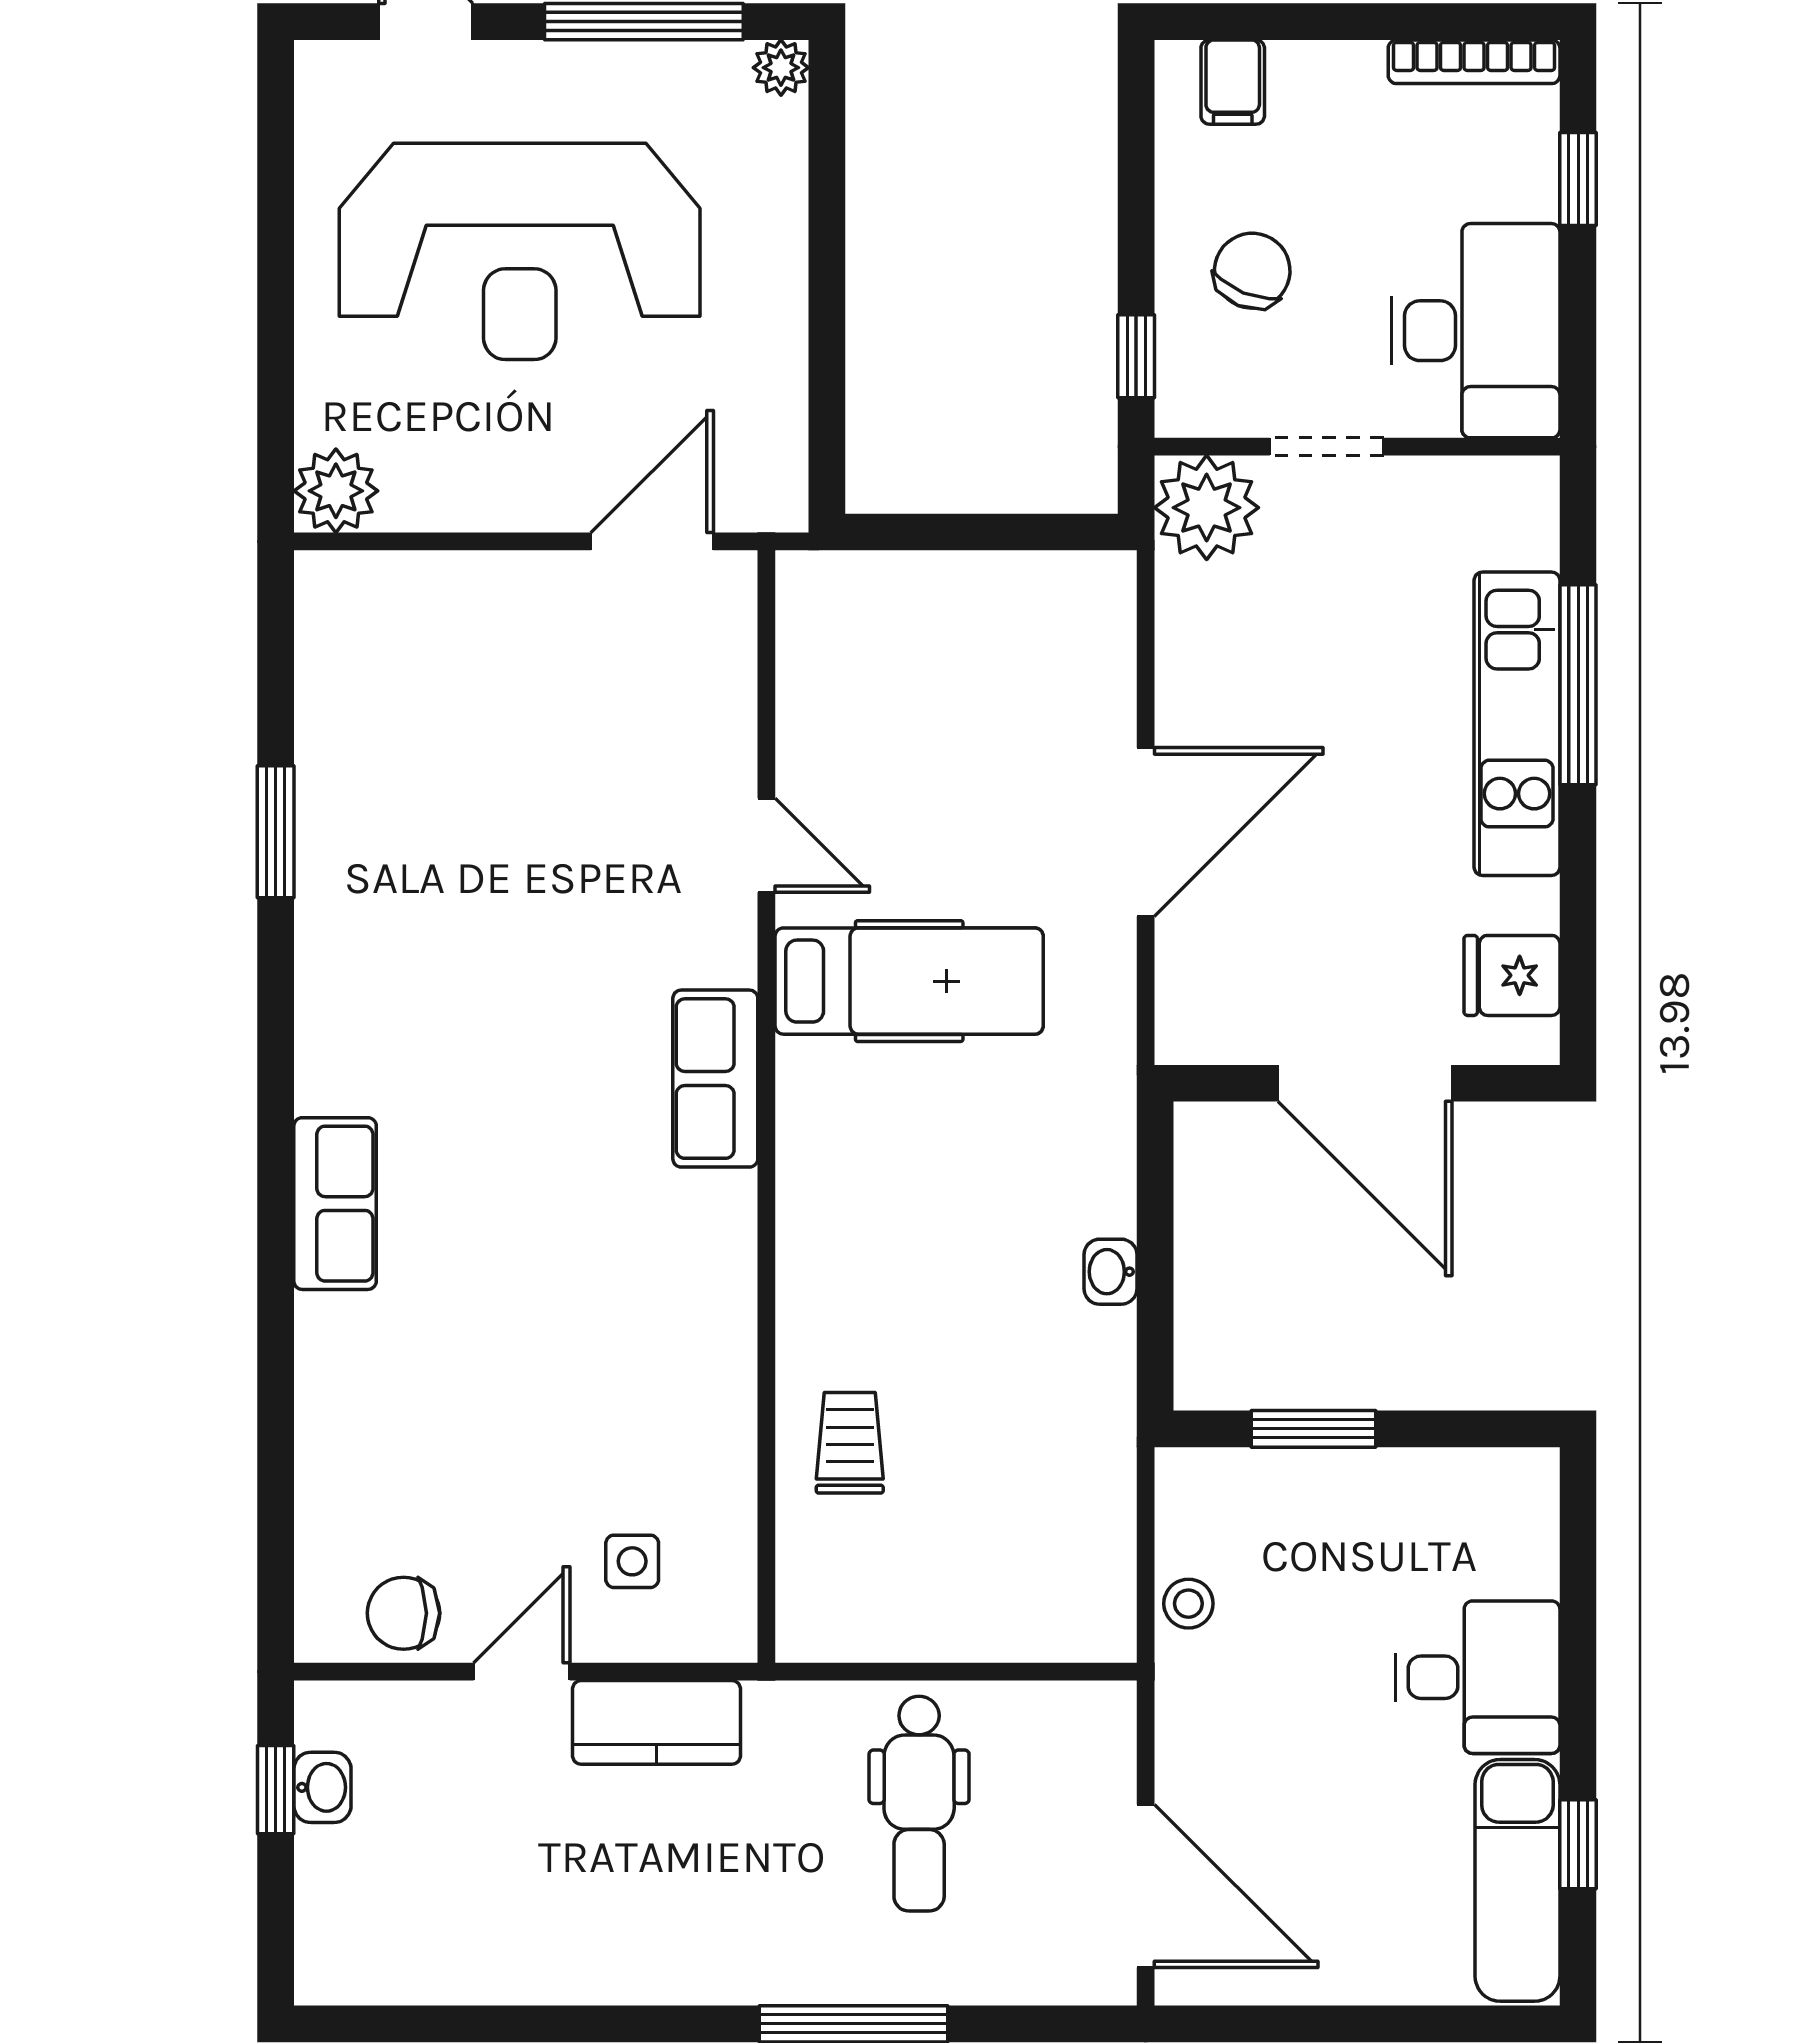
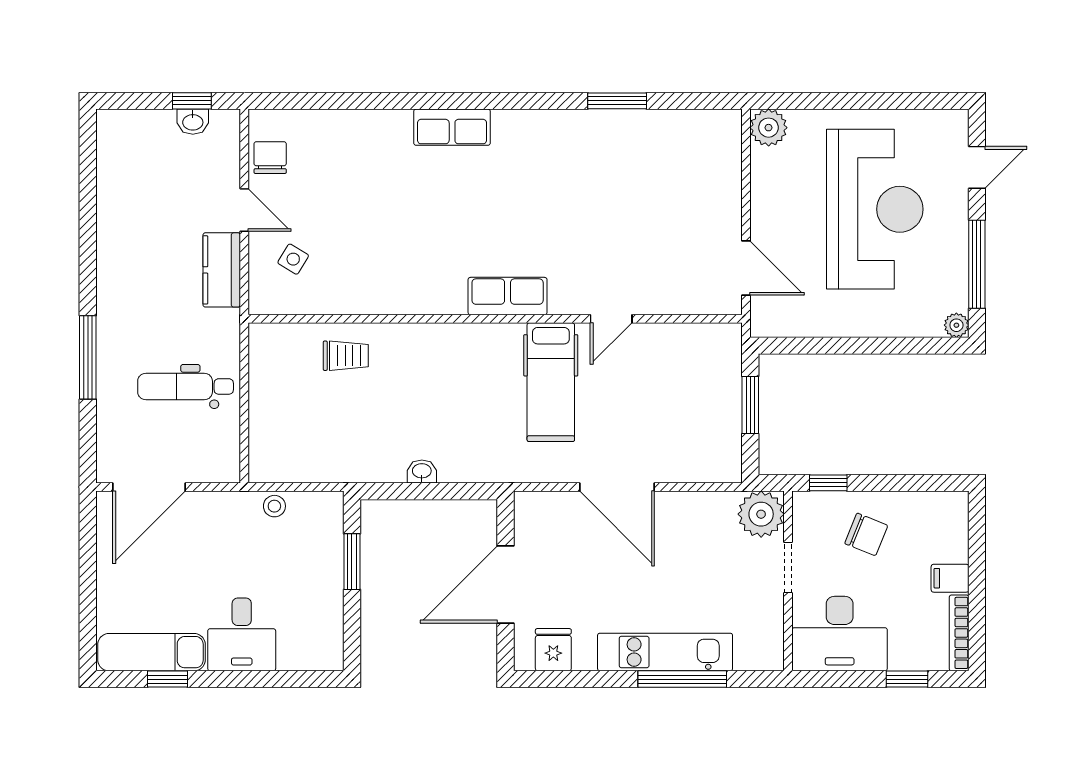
filing cabinet: (1233, 82) -> (950, 578), moved
reception desk: (520, 251) -> (875, 209), turned 180
window: (961, 532) -> (750, 405), added
side table: (632, 1561) -> (293, 259), turned 31

